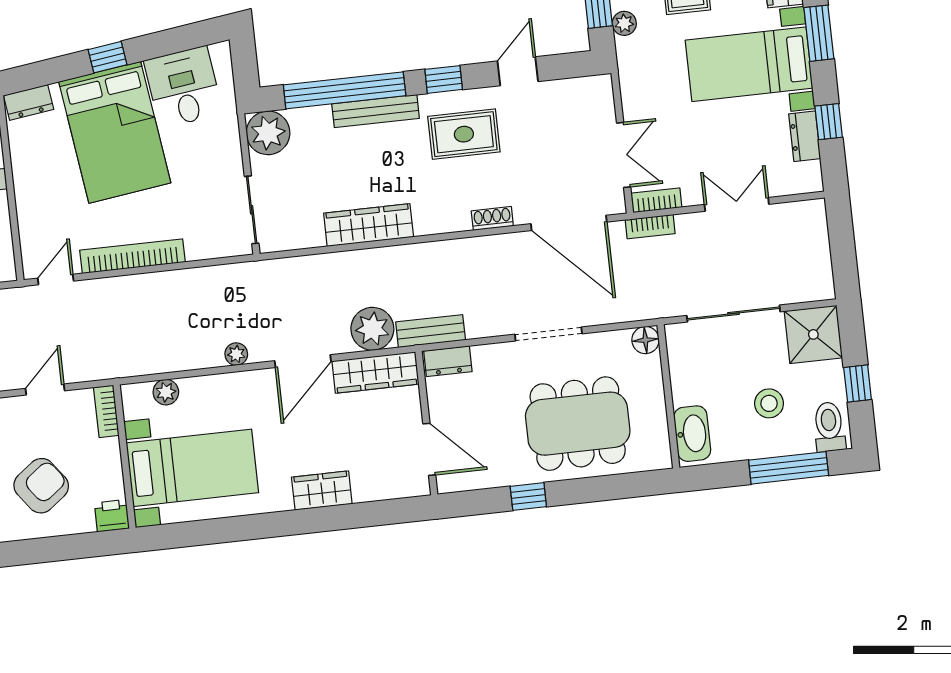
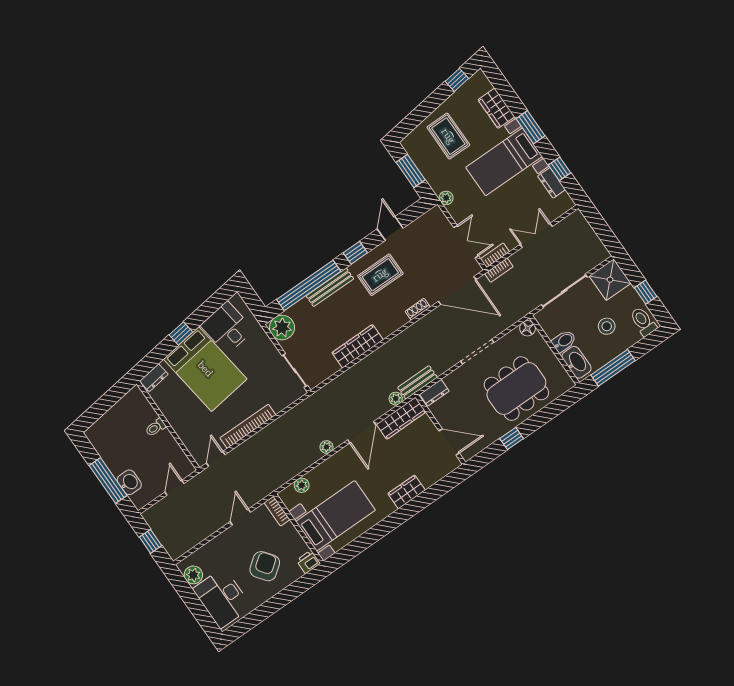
plant: (624, 23) -> (446, 198), moved
plant: (372, 329) -> (396, 399), width x0.53, depth x0.53
bidet: (691, 390) -> (564, 341), added
window: (789, 468) -> (613, 368), moved

